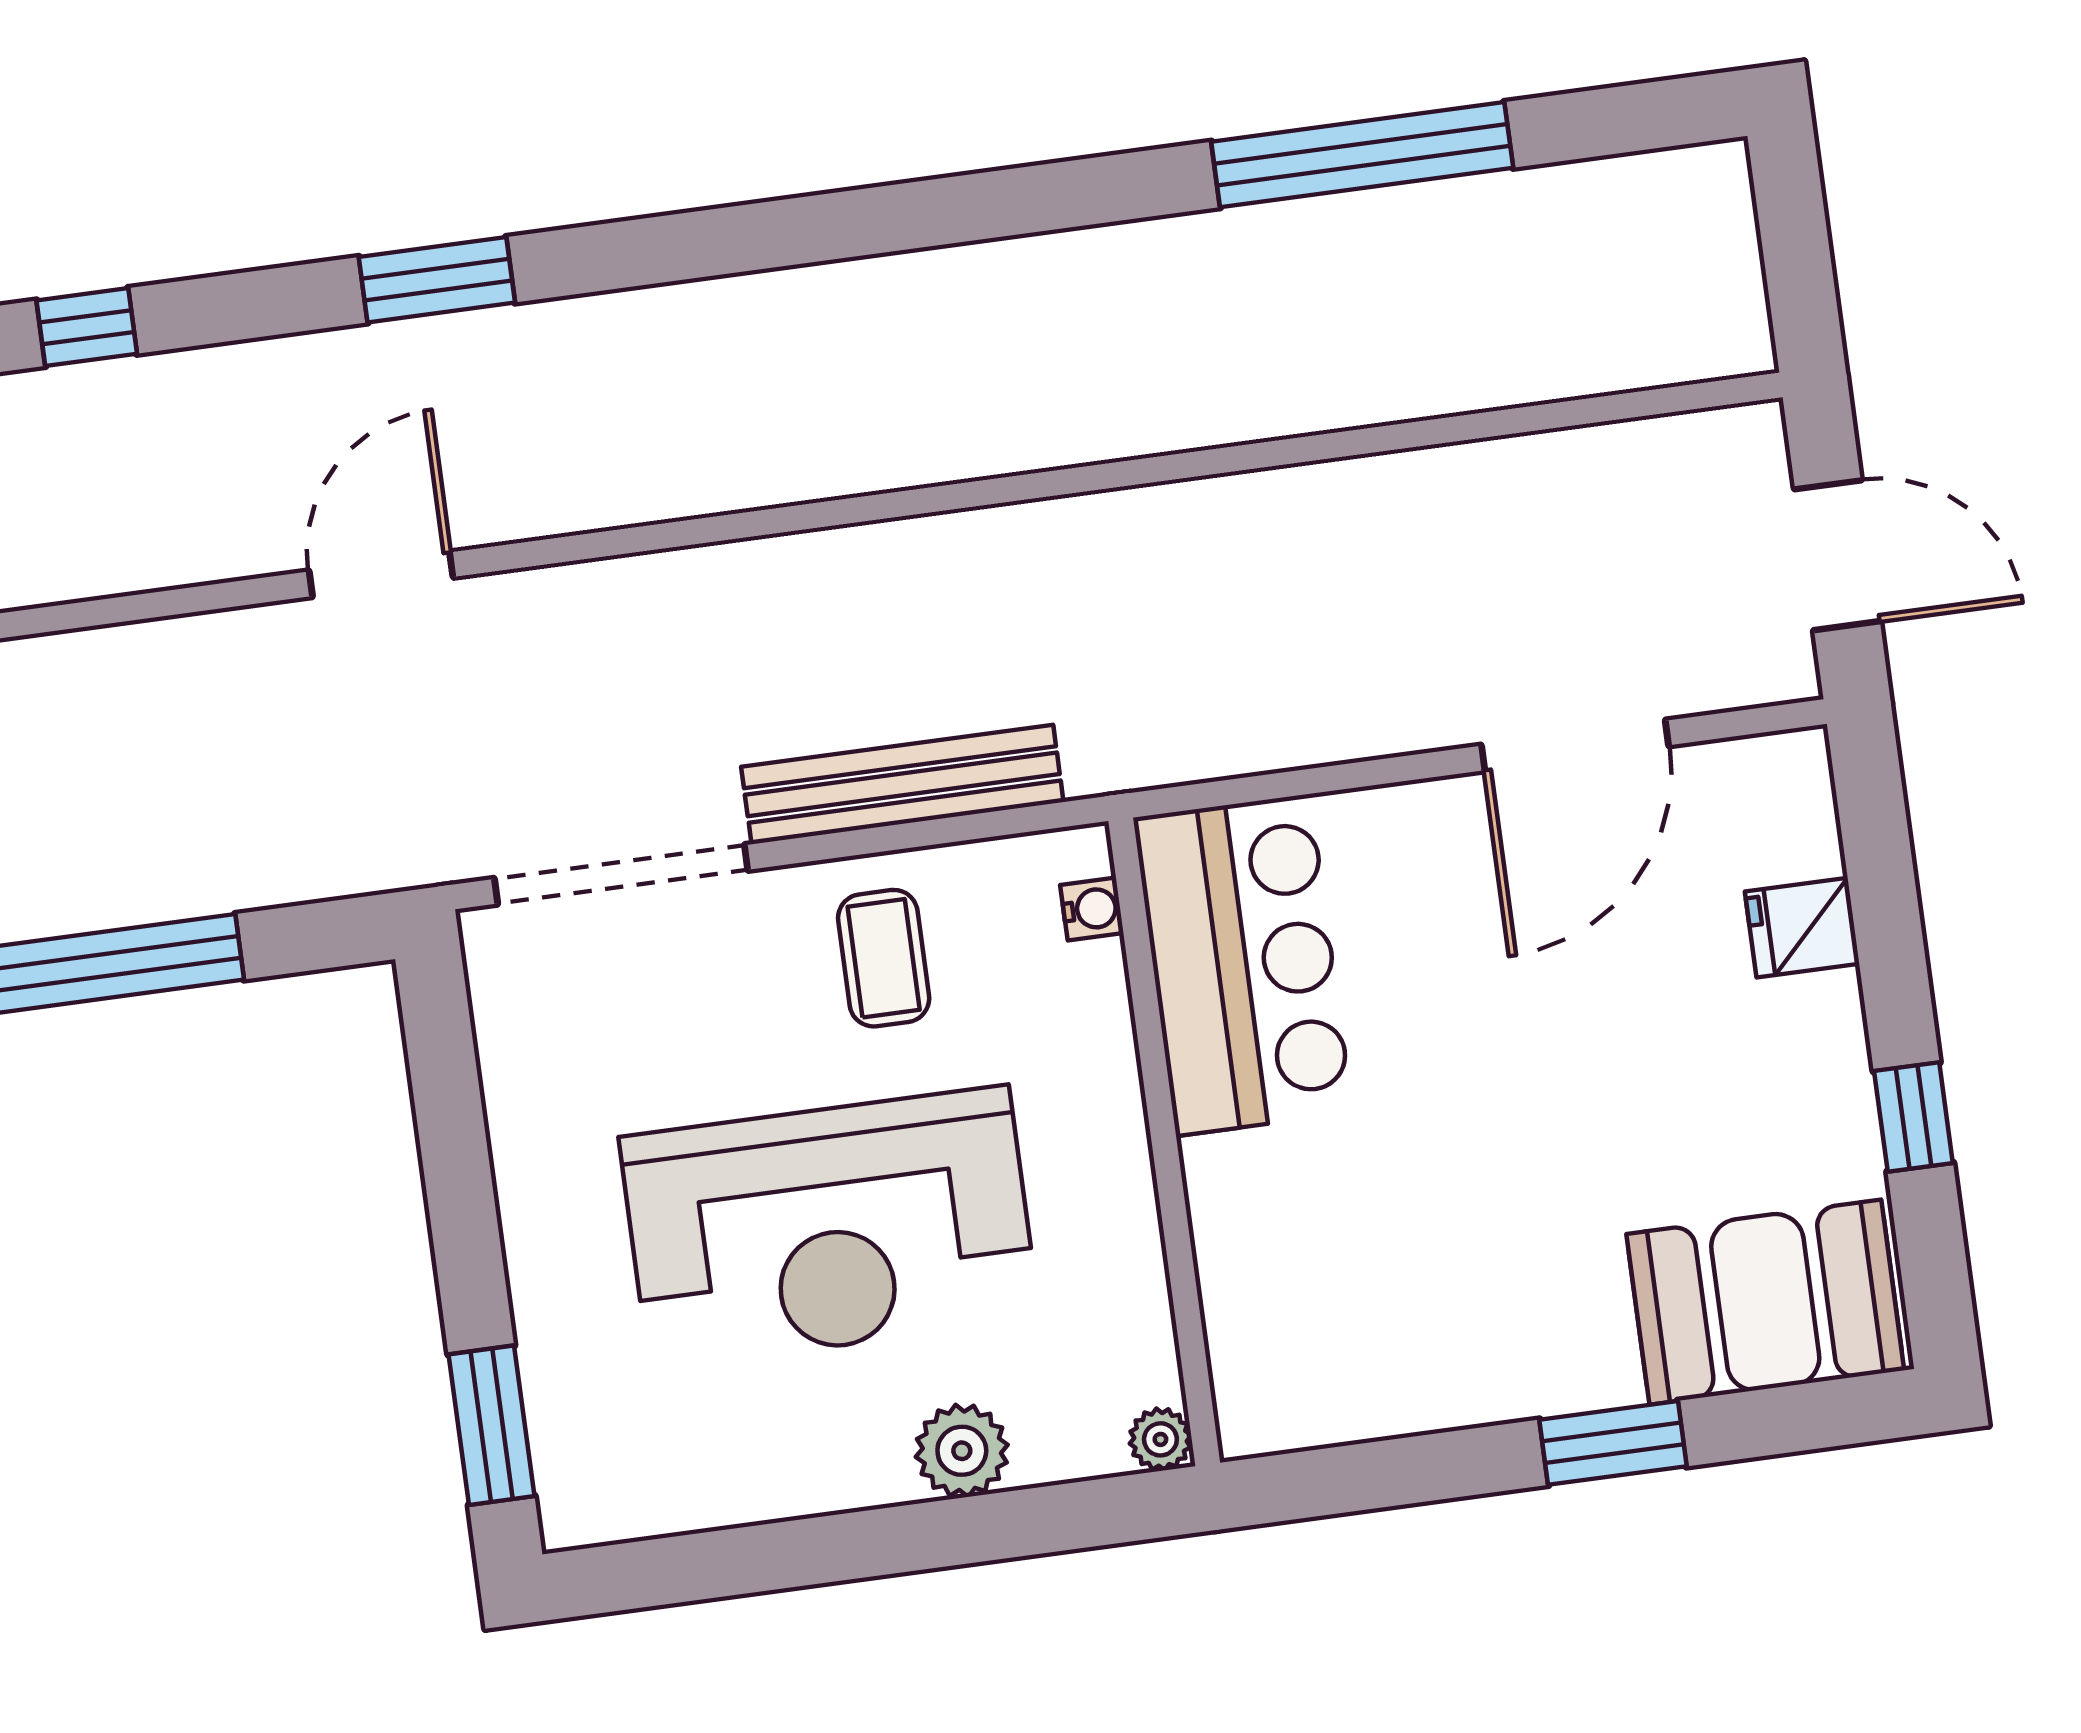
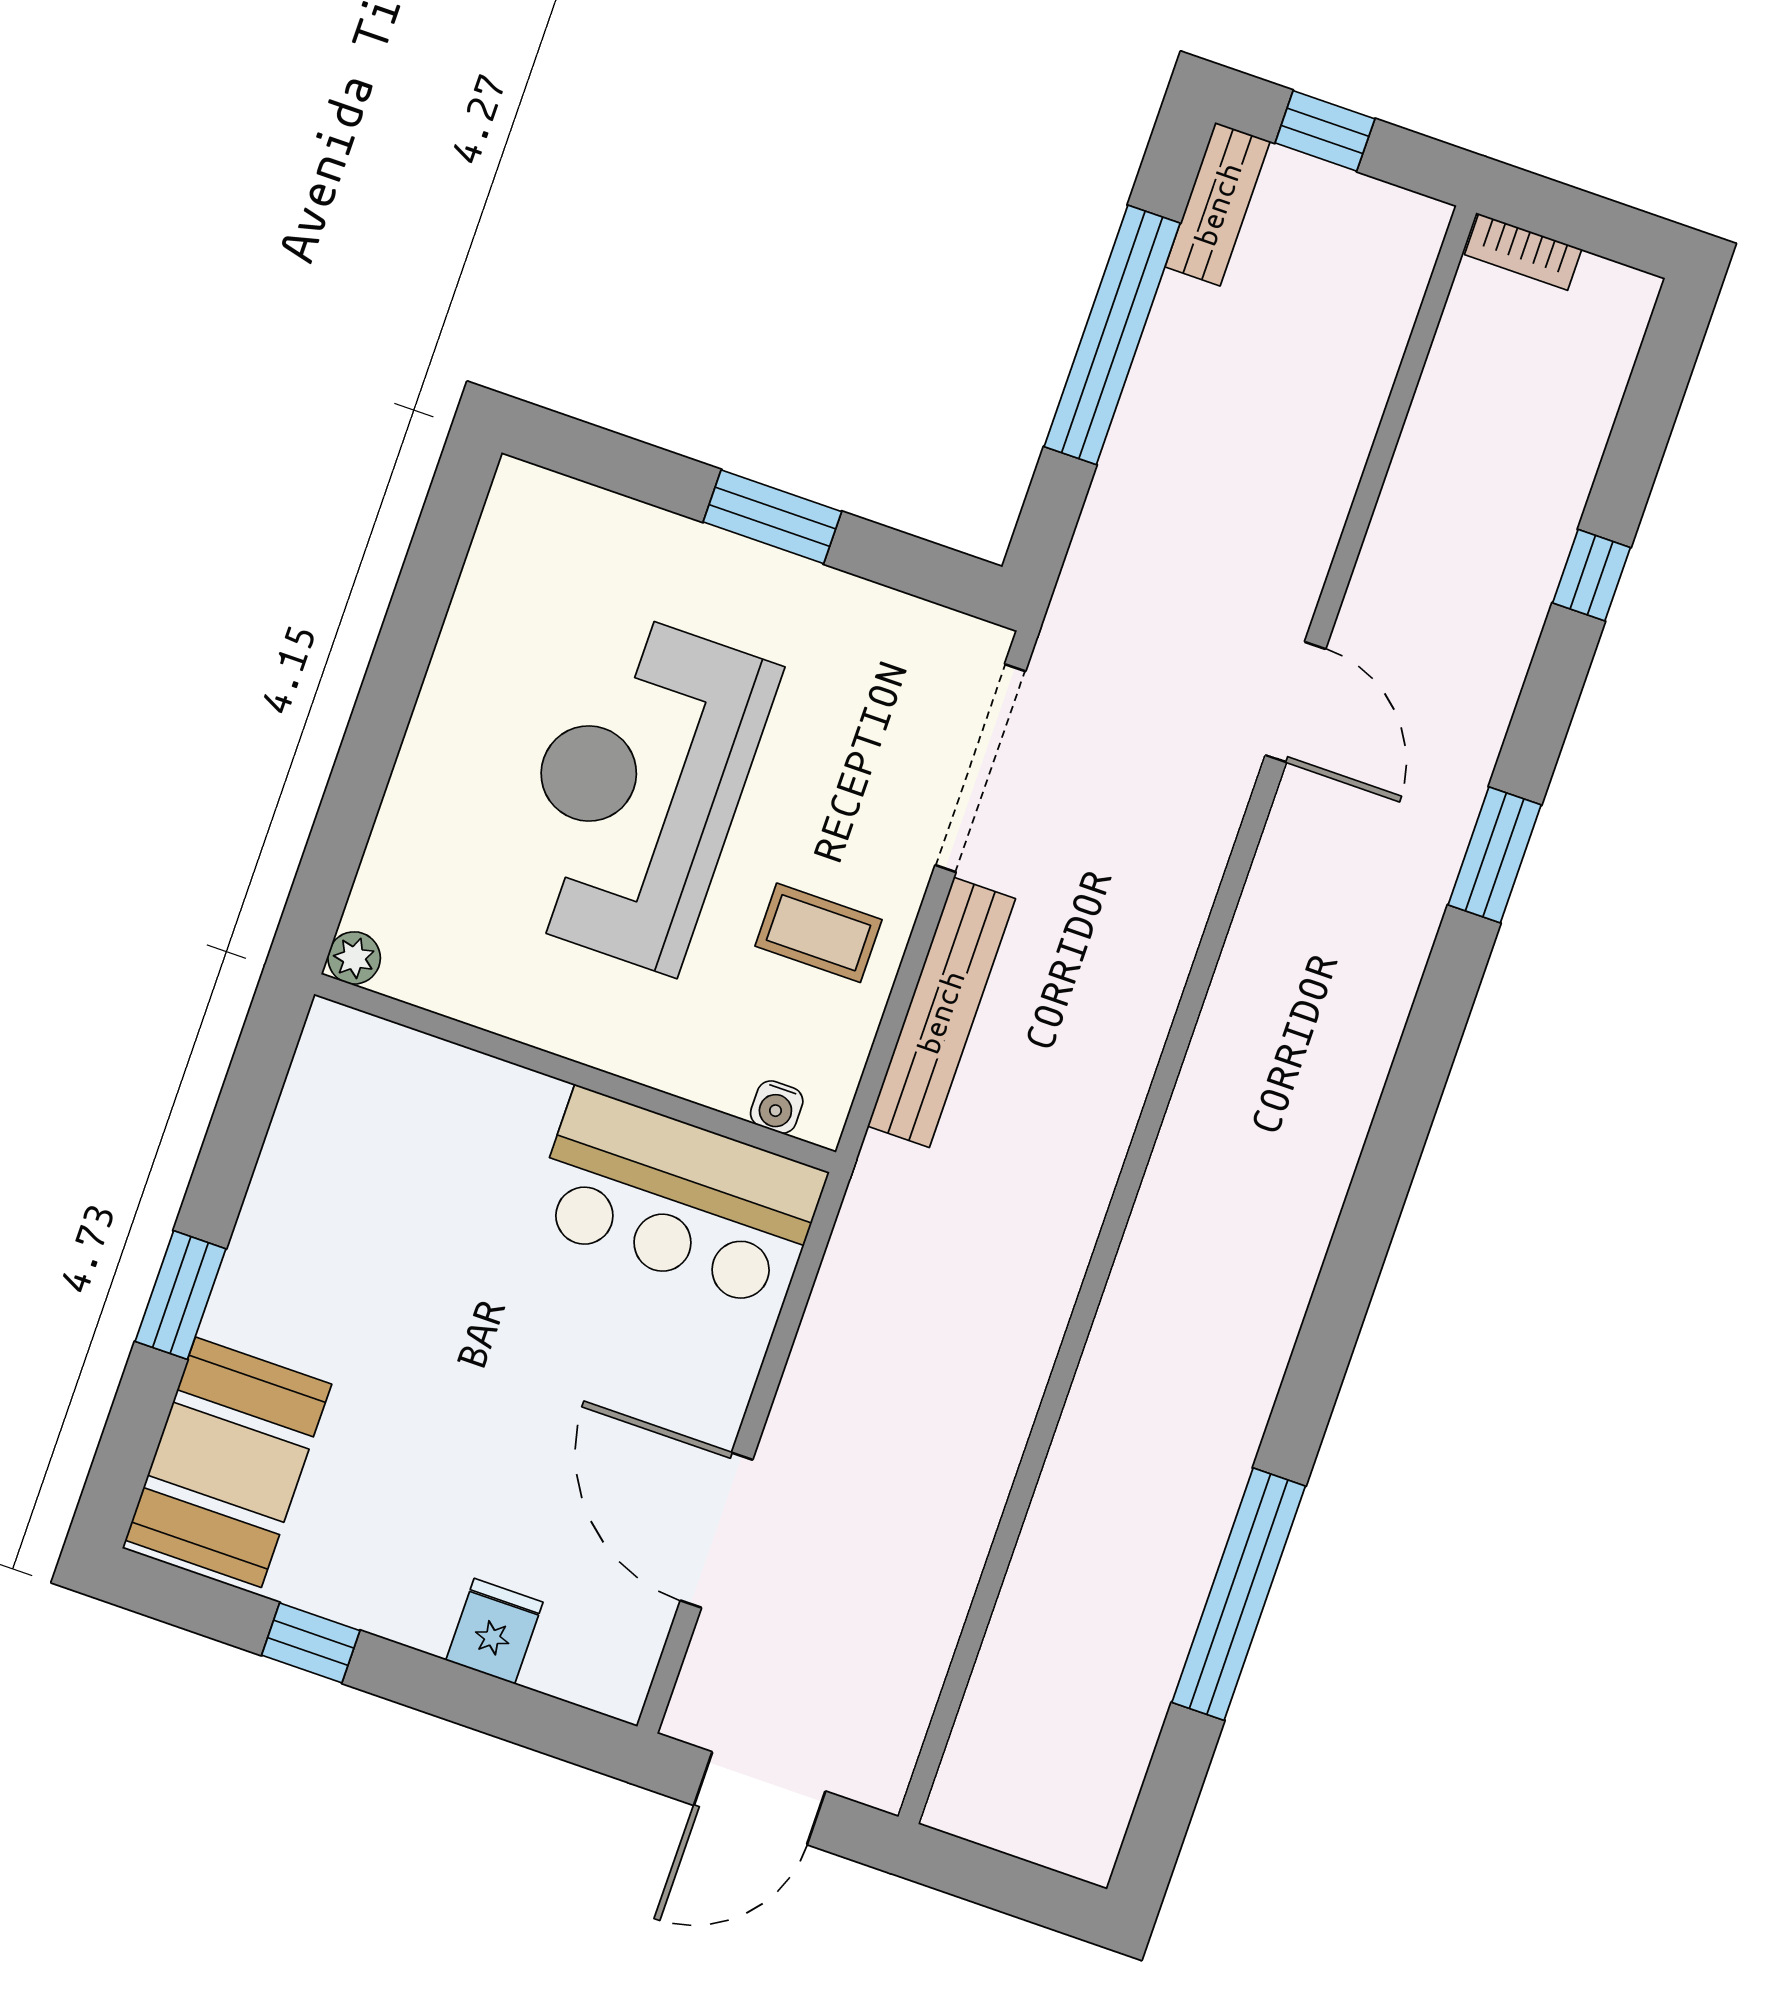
window: (491, 1425) -> (772, 517), moved
plant: (962, 1451) -> (421, 805), removed

